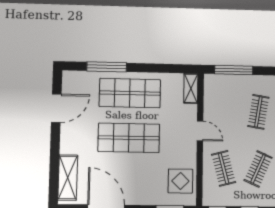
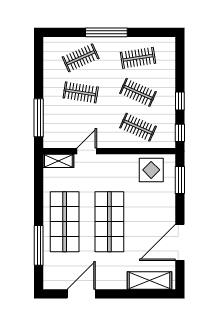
door: (56, 108) -> (81, 294), hinge flipped
door: (200, 131) -> (87, 151), moved
clothes rail: (224, 168) -> (138, 127), turned 39

